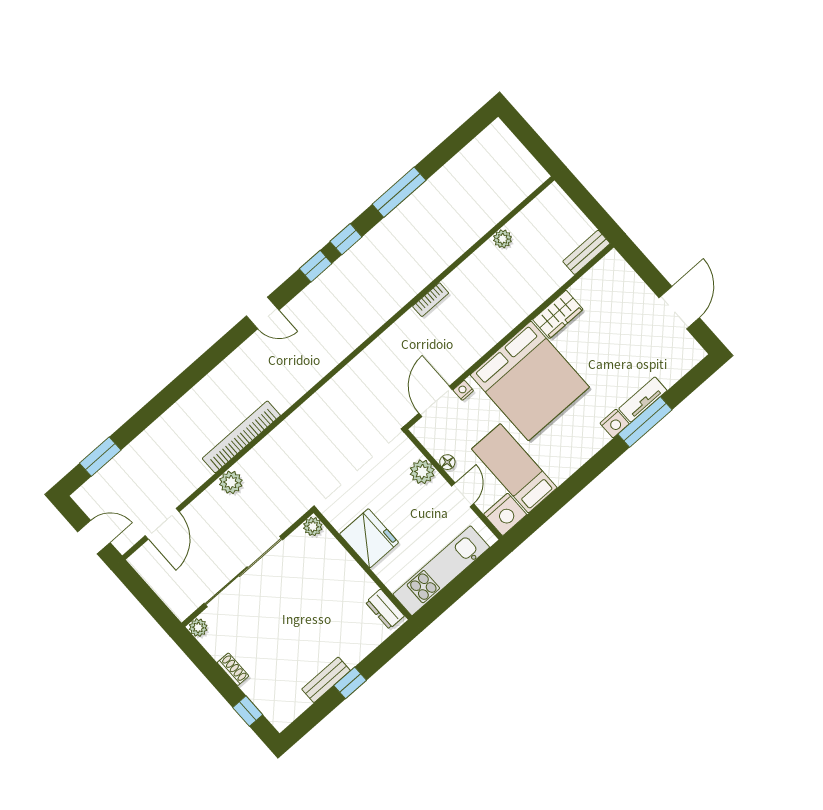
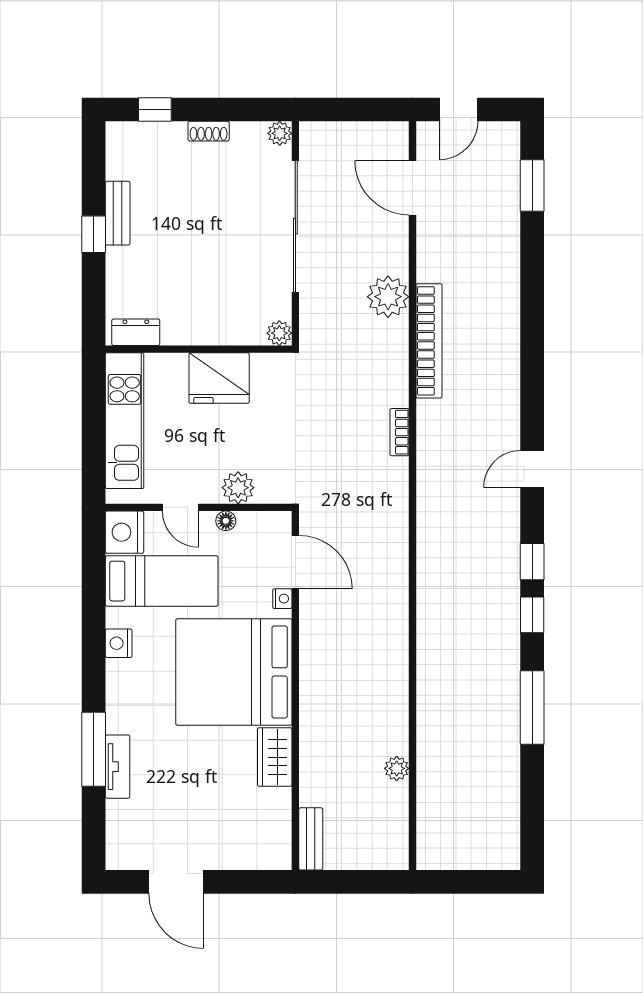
bookcase: (431, 300) -> (400, 432), moved
nightstand: (615, 424) -> (119, 643), moved
plant: (231, 482) -> (388, 297), width x1.36, depth x1.36

